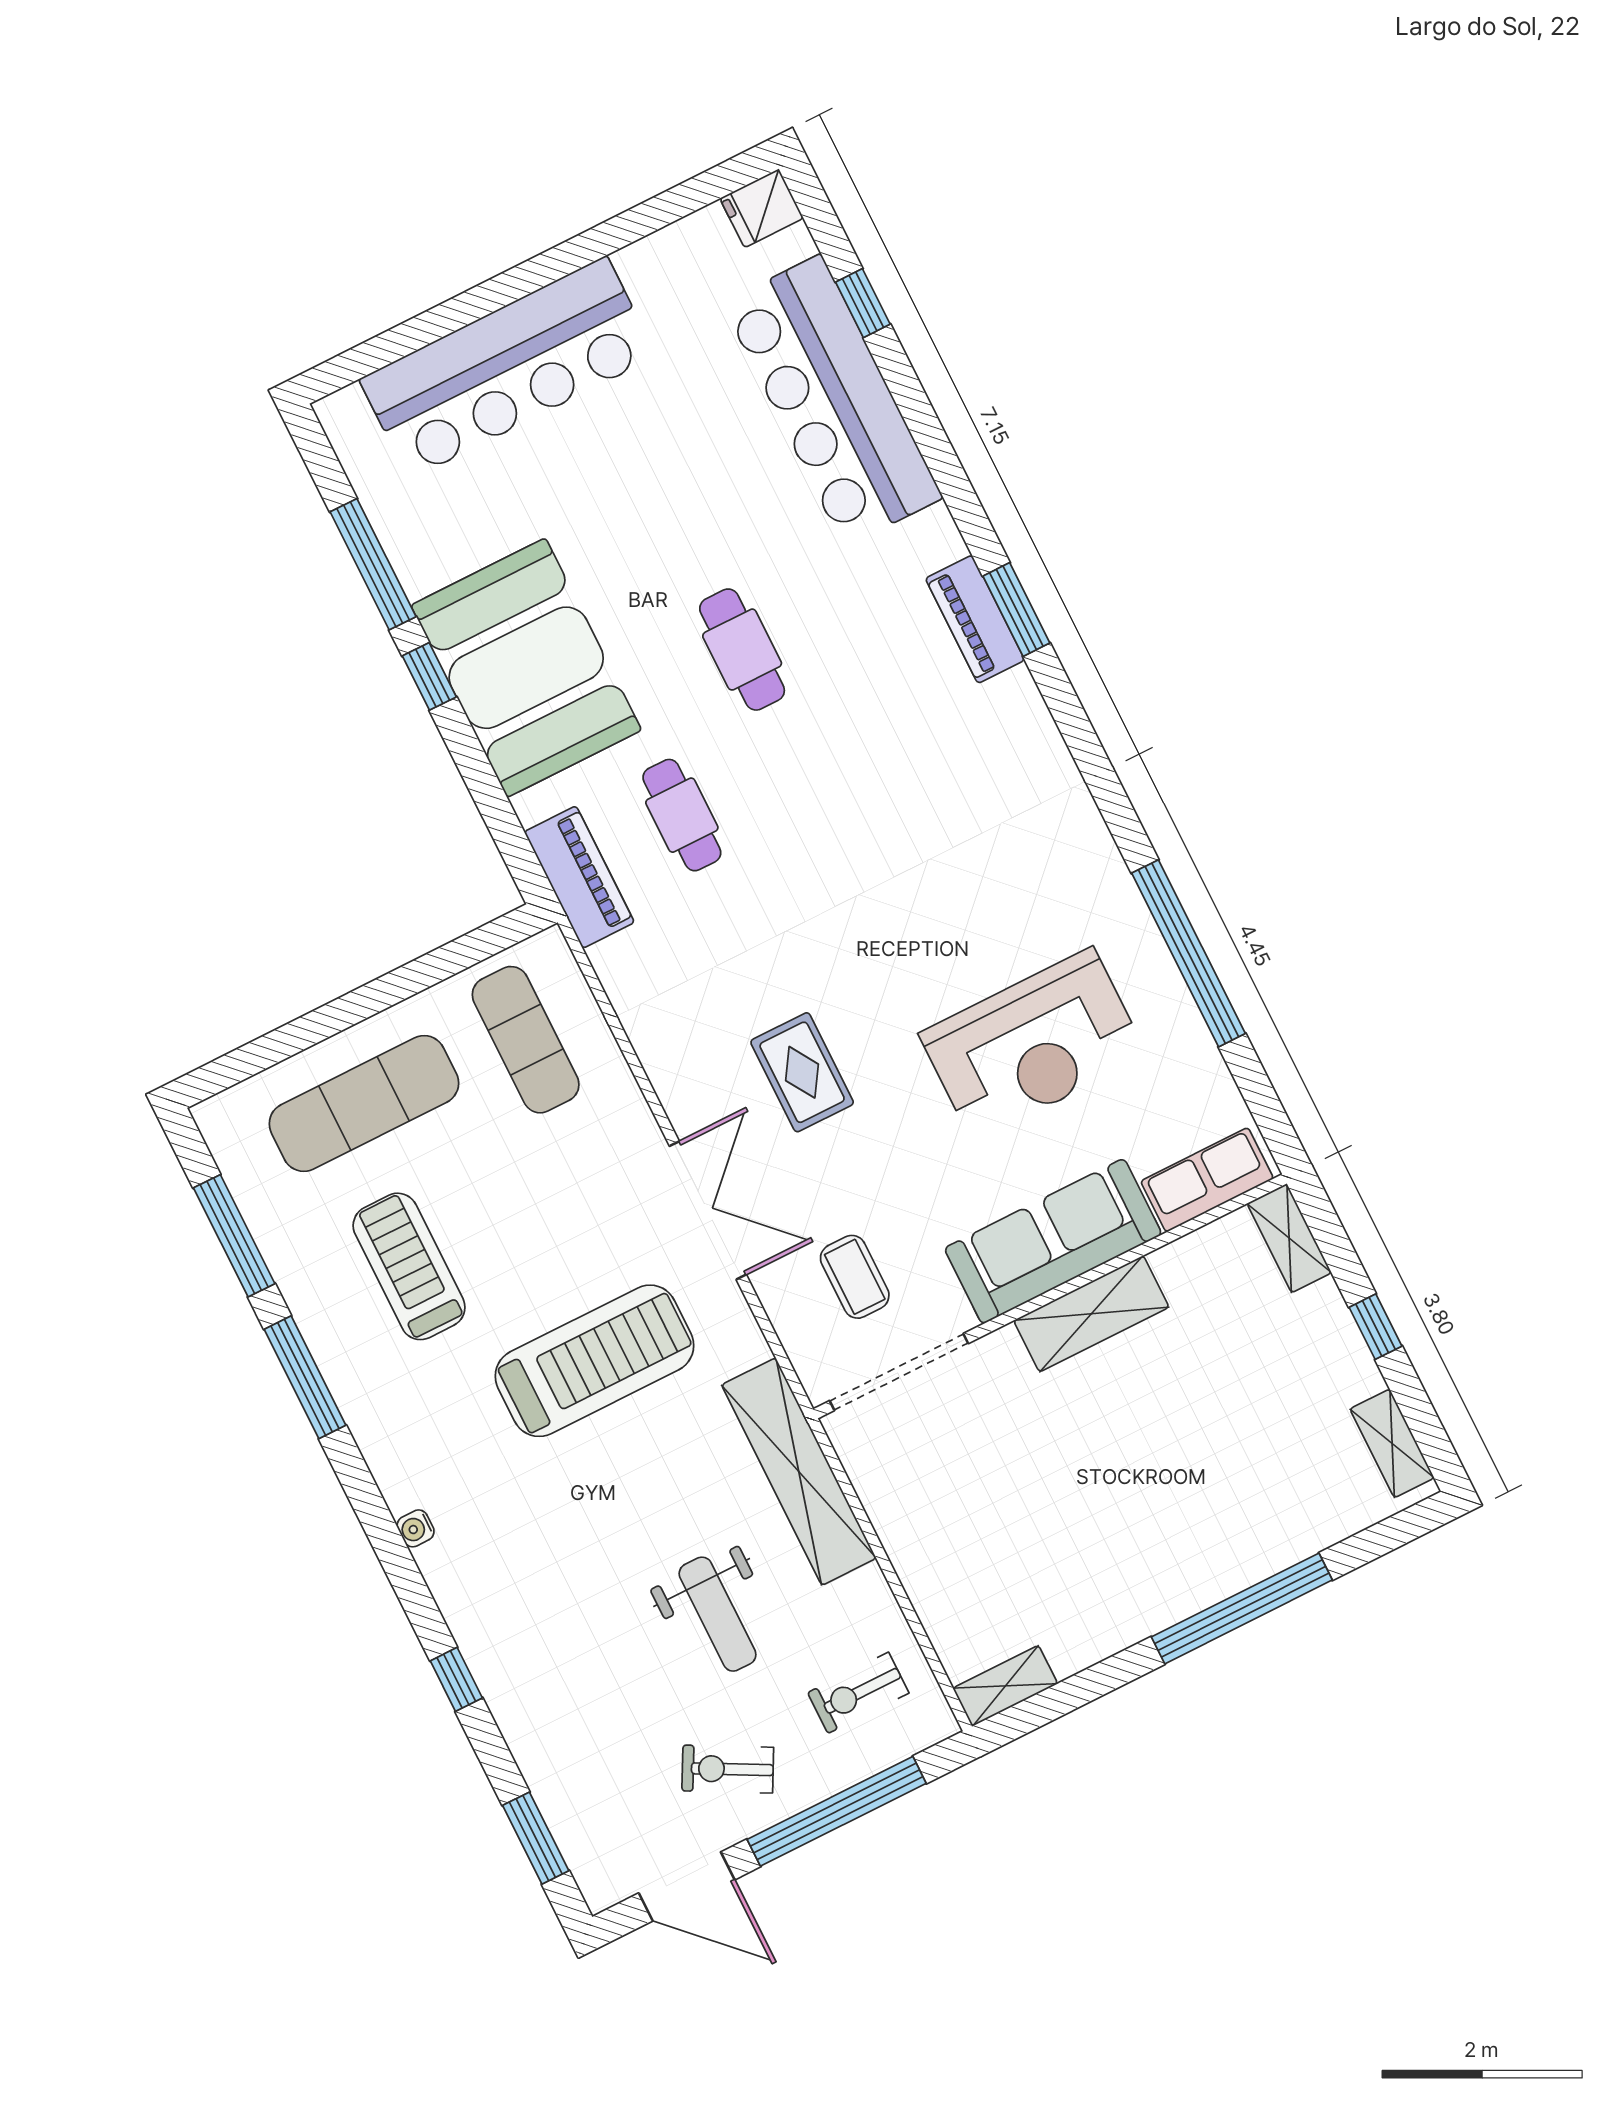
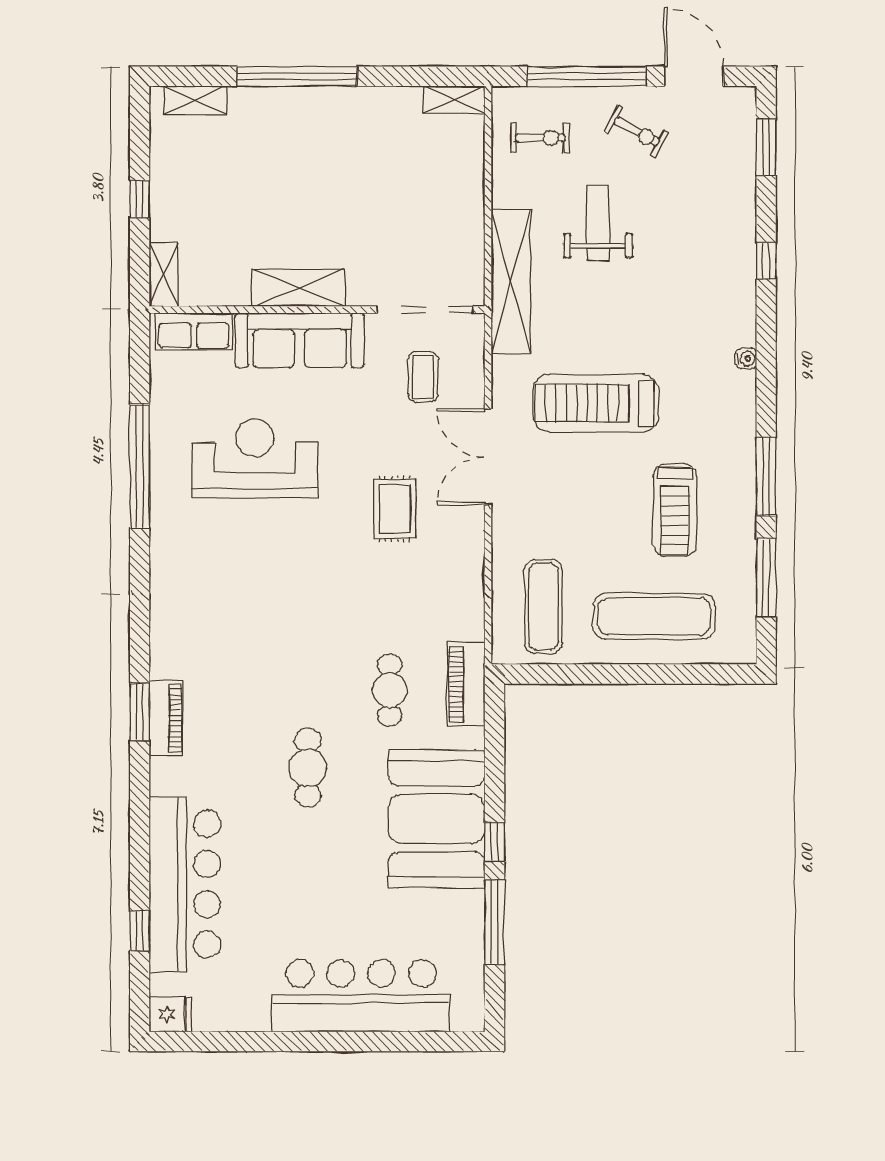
shelving: (1392, 1443) -> (195, 100), moved, turned 90

